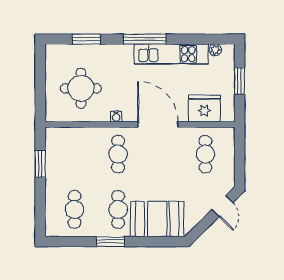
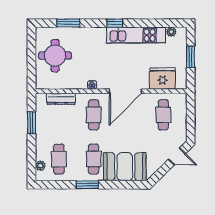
window: (145, 39) -> (115, 23), width x0.46
round table: (81, 88) -> (55, 56), moved
door: (158, 124) -> (125, 91), swing flipped
dresser: (77, 134) -> (61, 99), added
door: (222, 206) -> (177, 156), hinge flipped
plant: (51, 218) -> (40, 166), added

